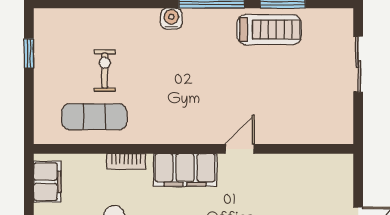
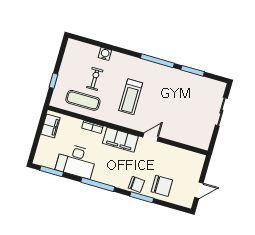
water cooler: (171, 19) -> (105, 54), moved
treadmill: (269, 30) -> (131, 97), moved, turned 90
window: (29, 53) -> (53, 81), moved

